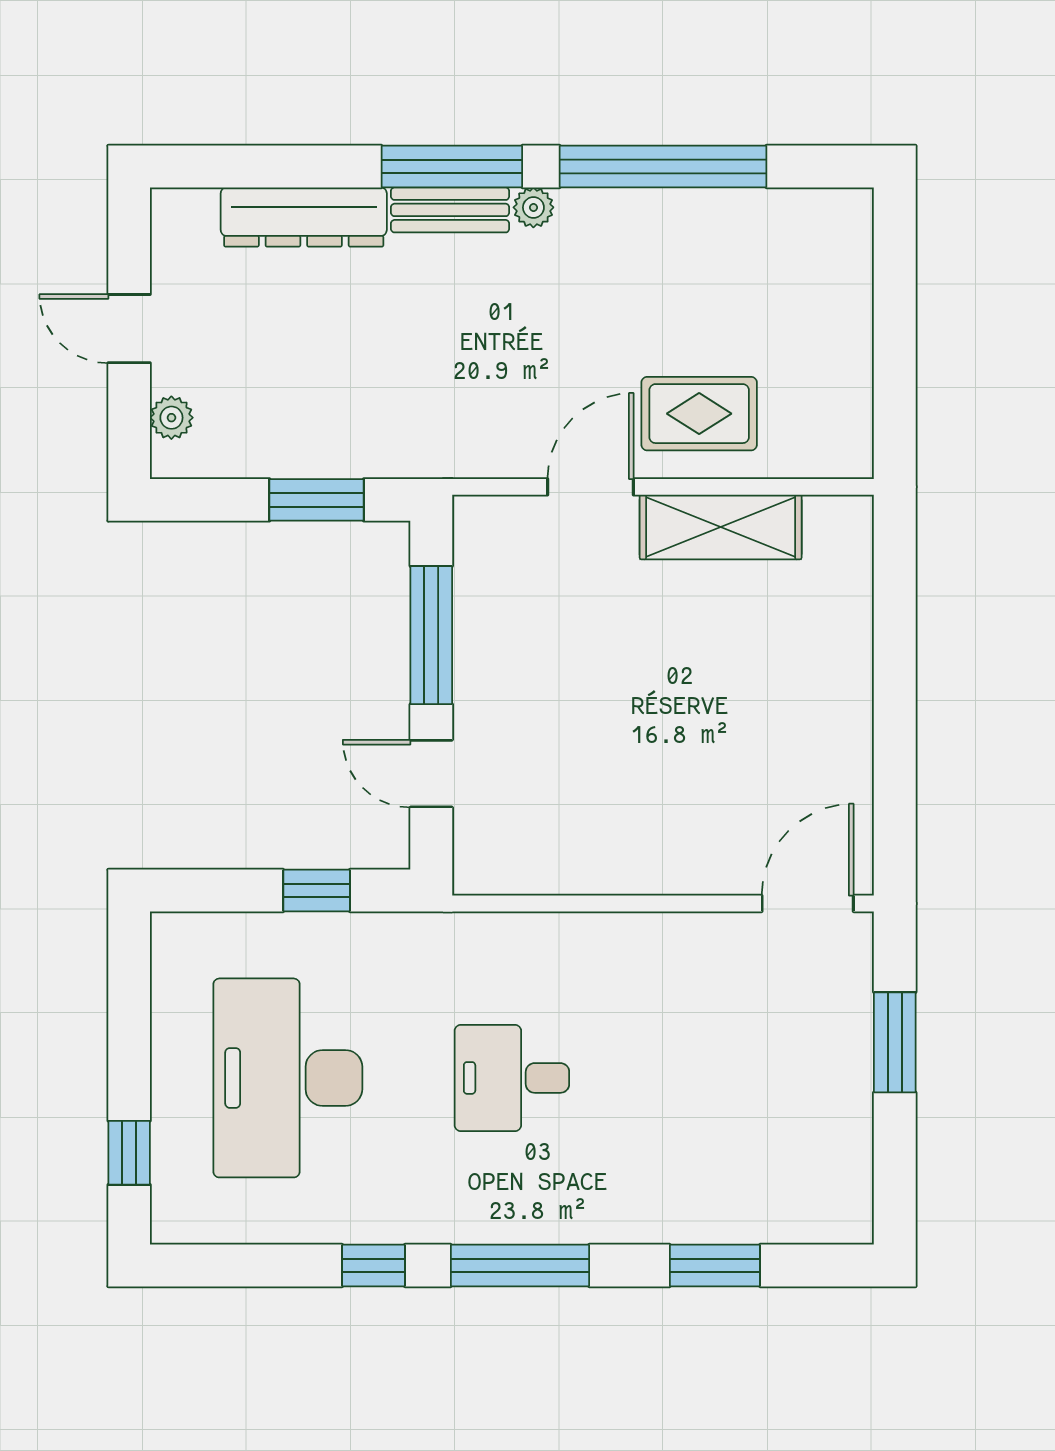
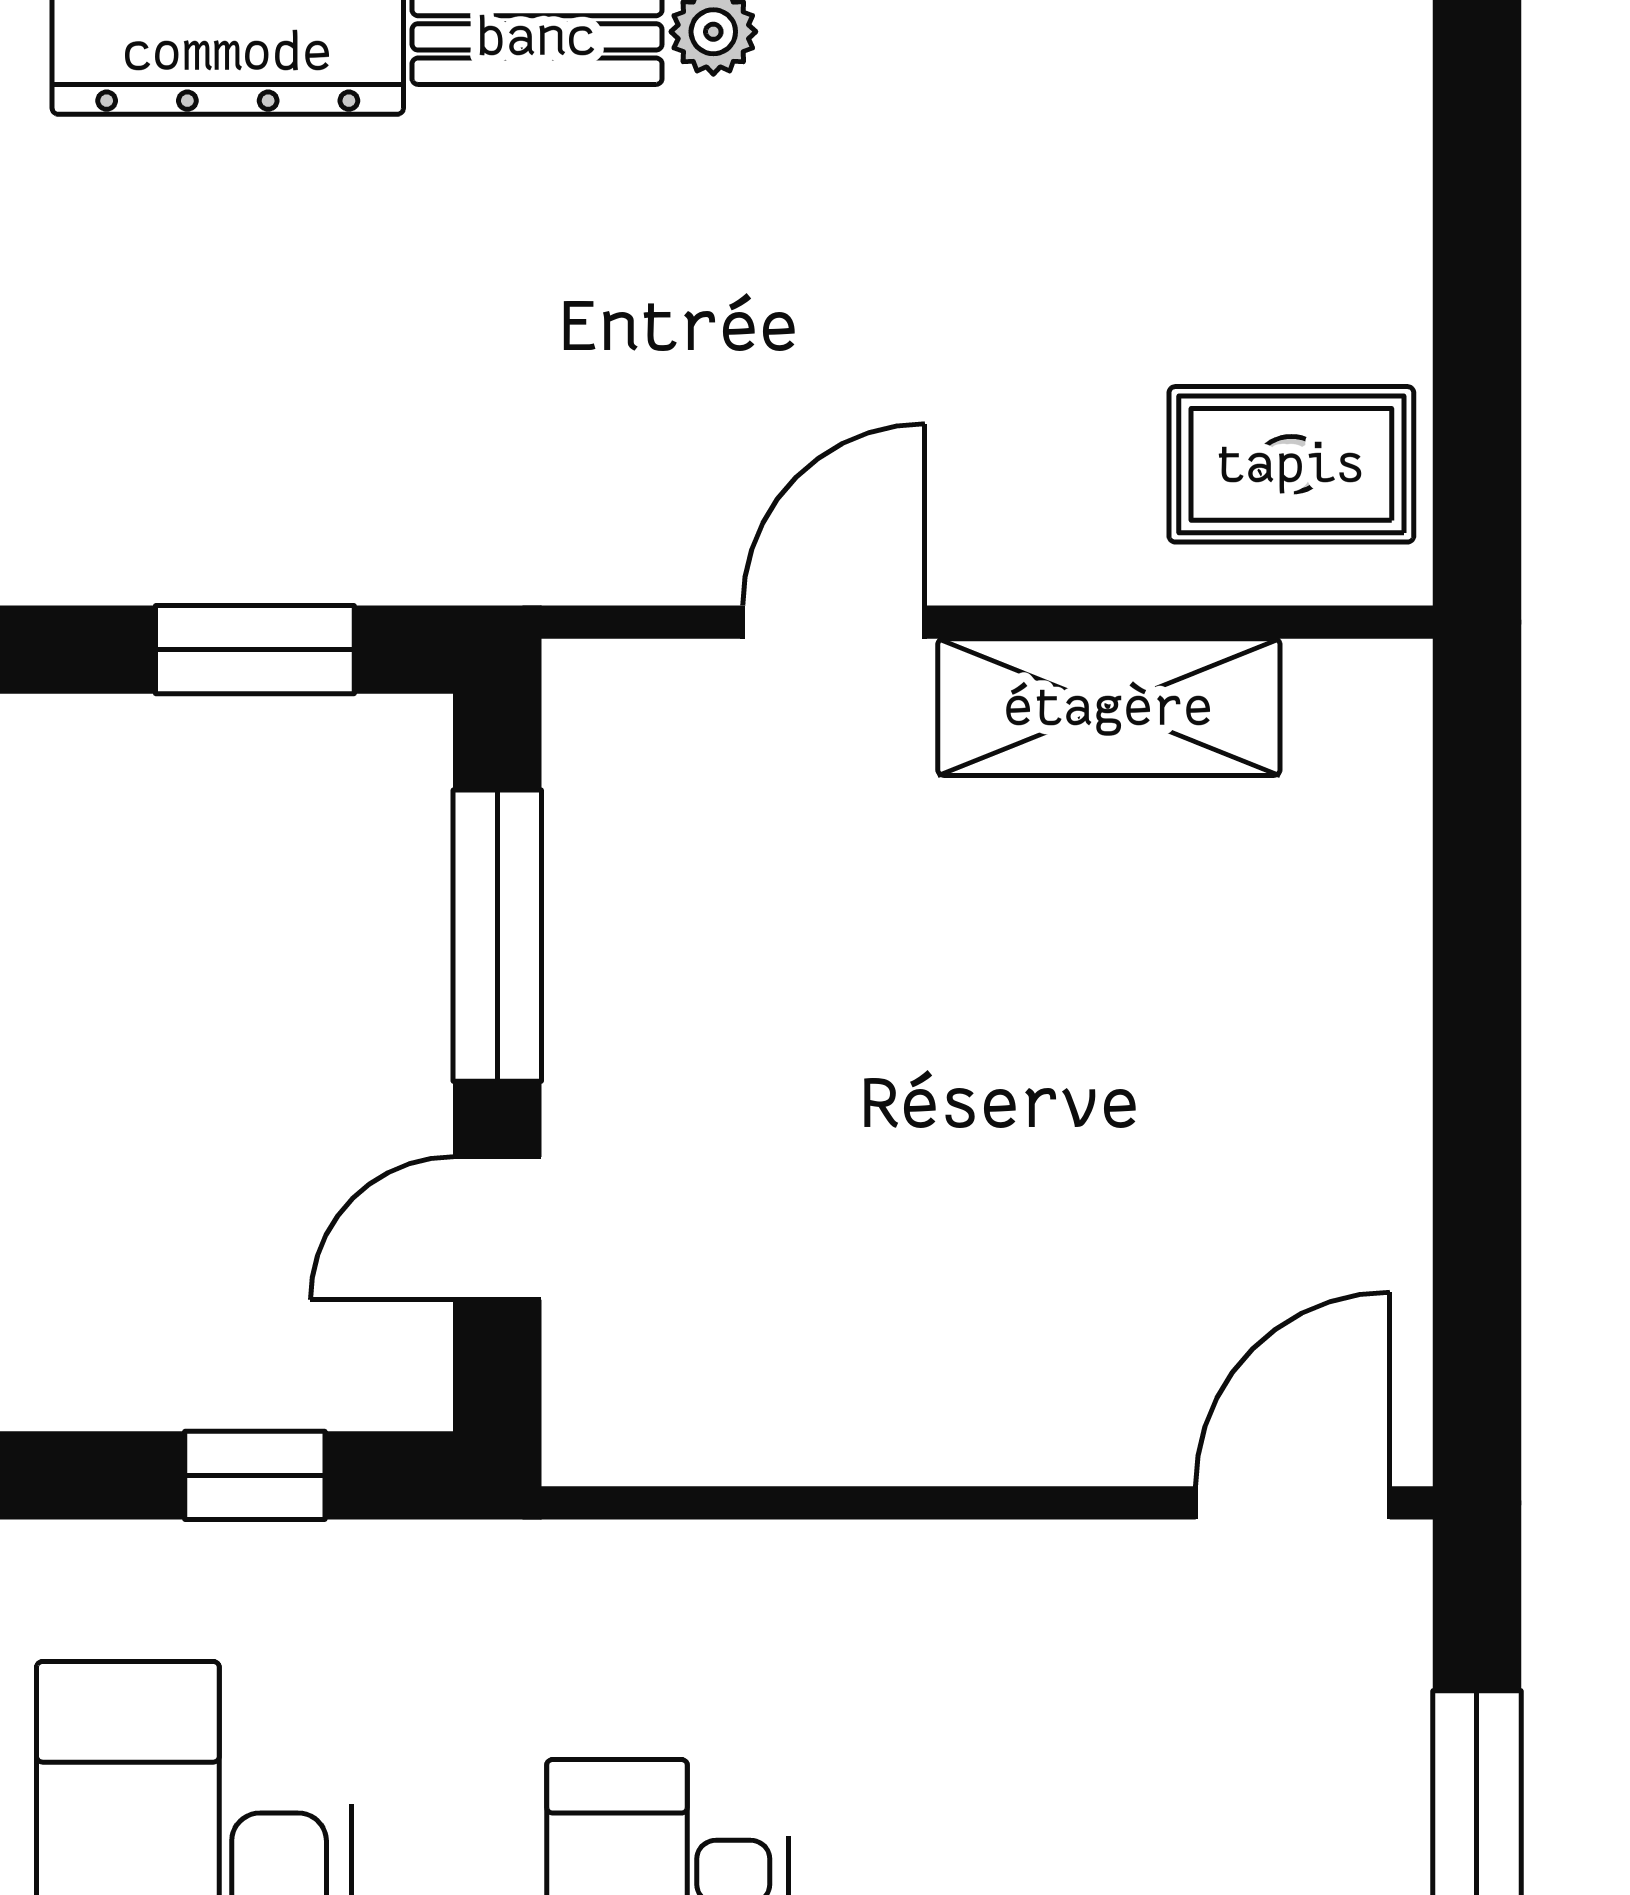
rug: (699, 414) -> (1291, 464), moved
door: (431, 774) -> (497, 1228), hinge flipped

